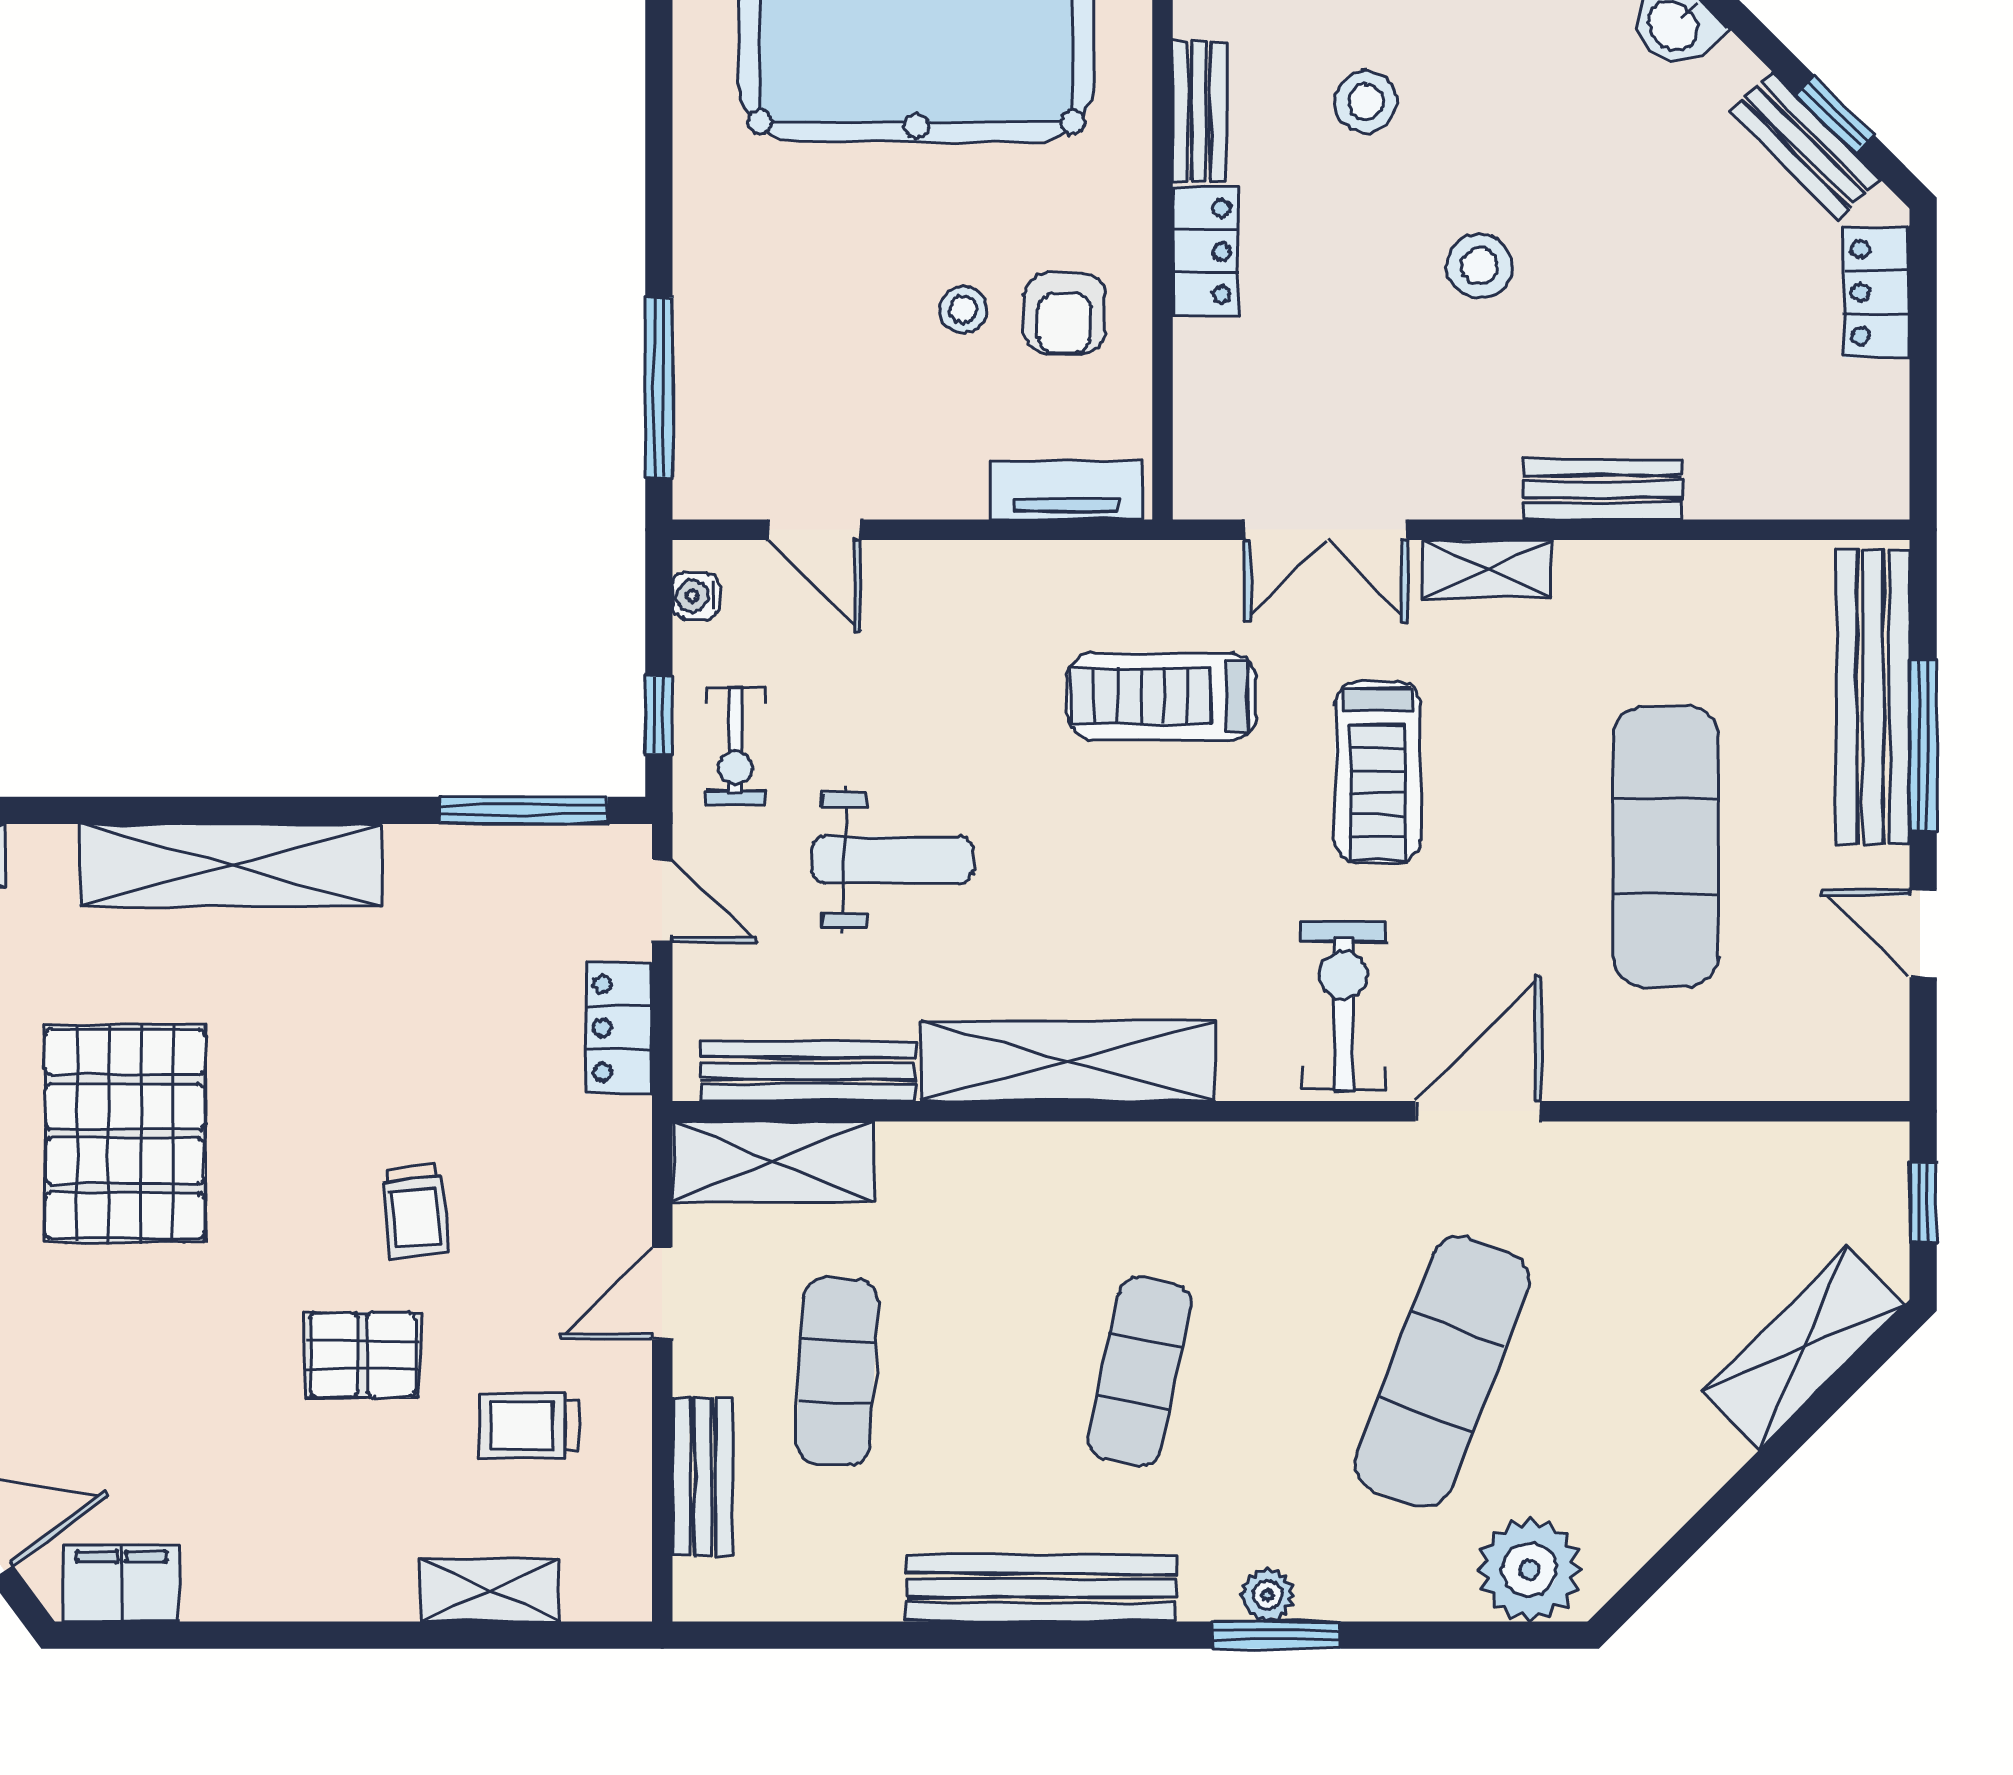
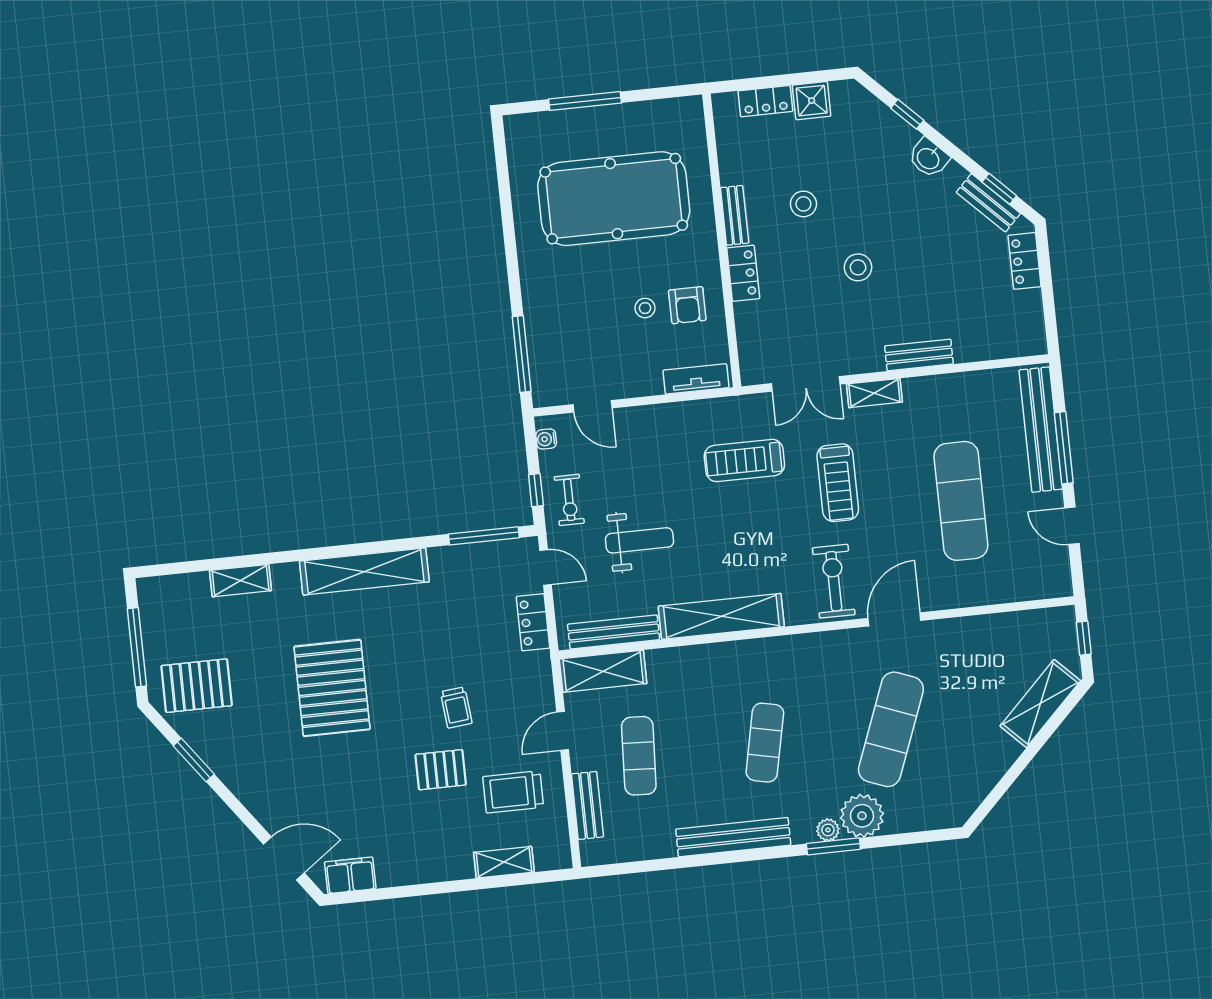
trolley: (529, 1426) -> (513, 792), width x1.36, depth x1.39
plant: (1530, 1570) -> (862, 816), moved

